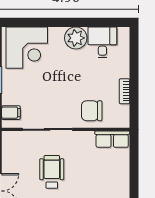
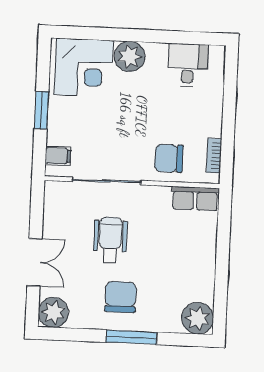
plant: (76, 38) -> (130, 56), moved
bookcase: (125, 91) -> (214, 156), moved

